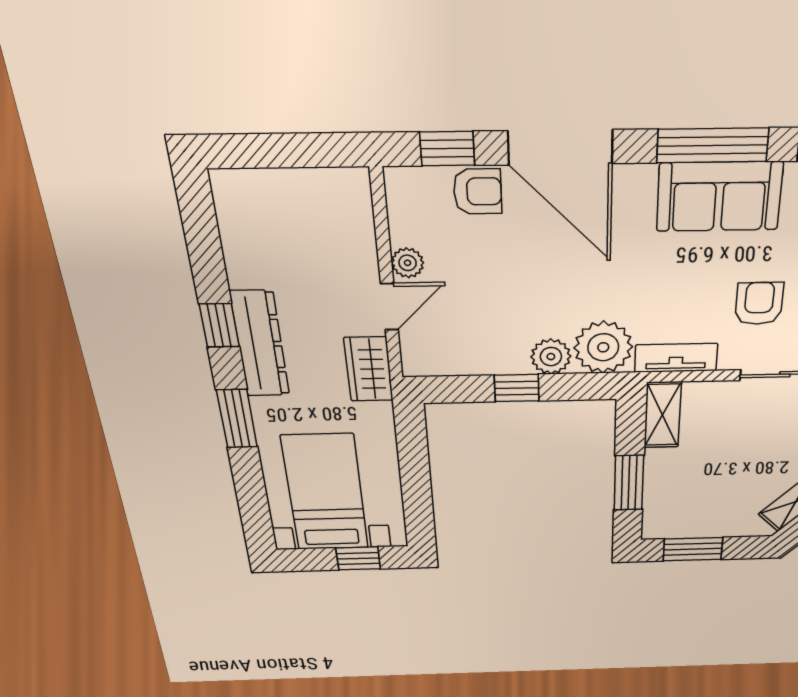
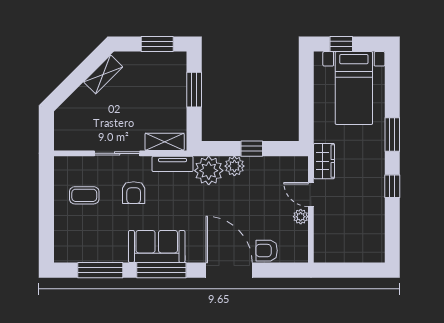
window: (447, 149) -> (279, 270), removed
door: (390, 307) -> (311, 194), hinge flipped
dresser: (260, 344) -> (375, 176), removed
shelving: (663, 415) -> (165, 142), moved, turned 90

